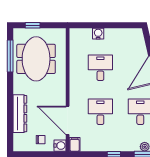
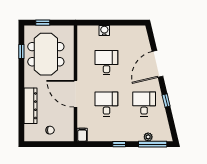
window: (10, 56) -> (21, 51), width x0.46
door: (68, 120) -> (76, 94), moved
water cooler: (60, 146) -> (68, 136), removed

